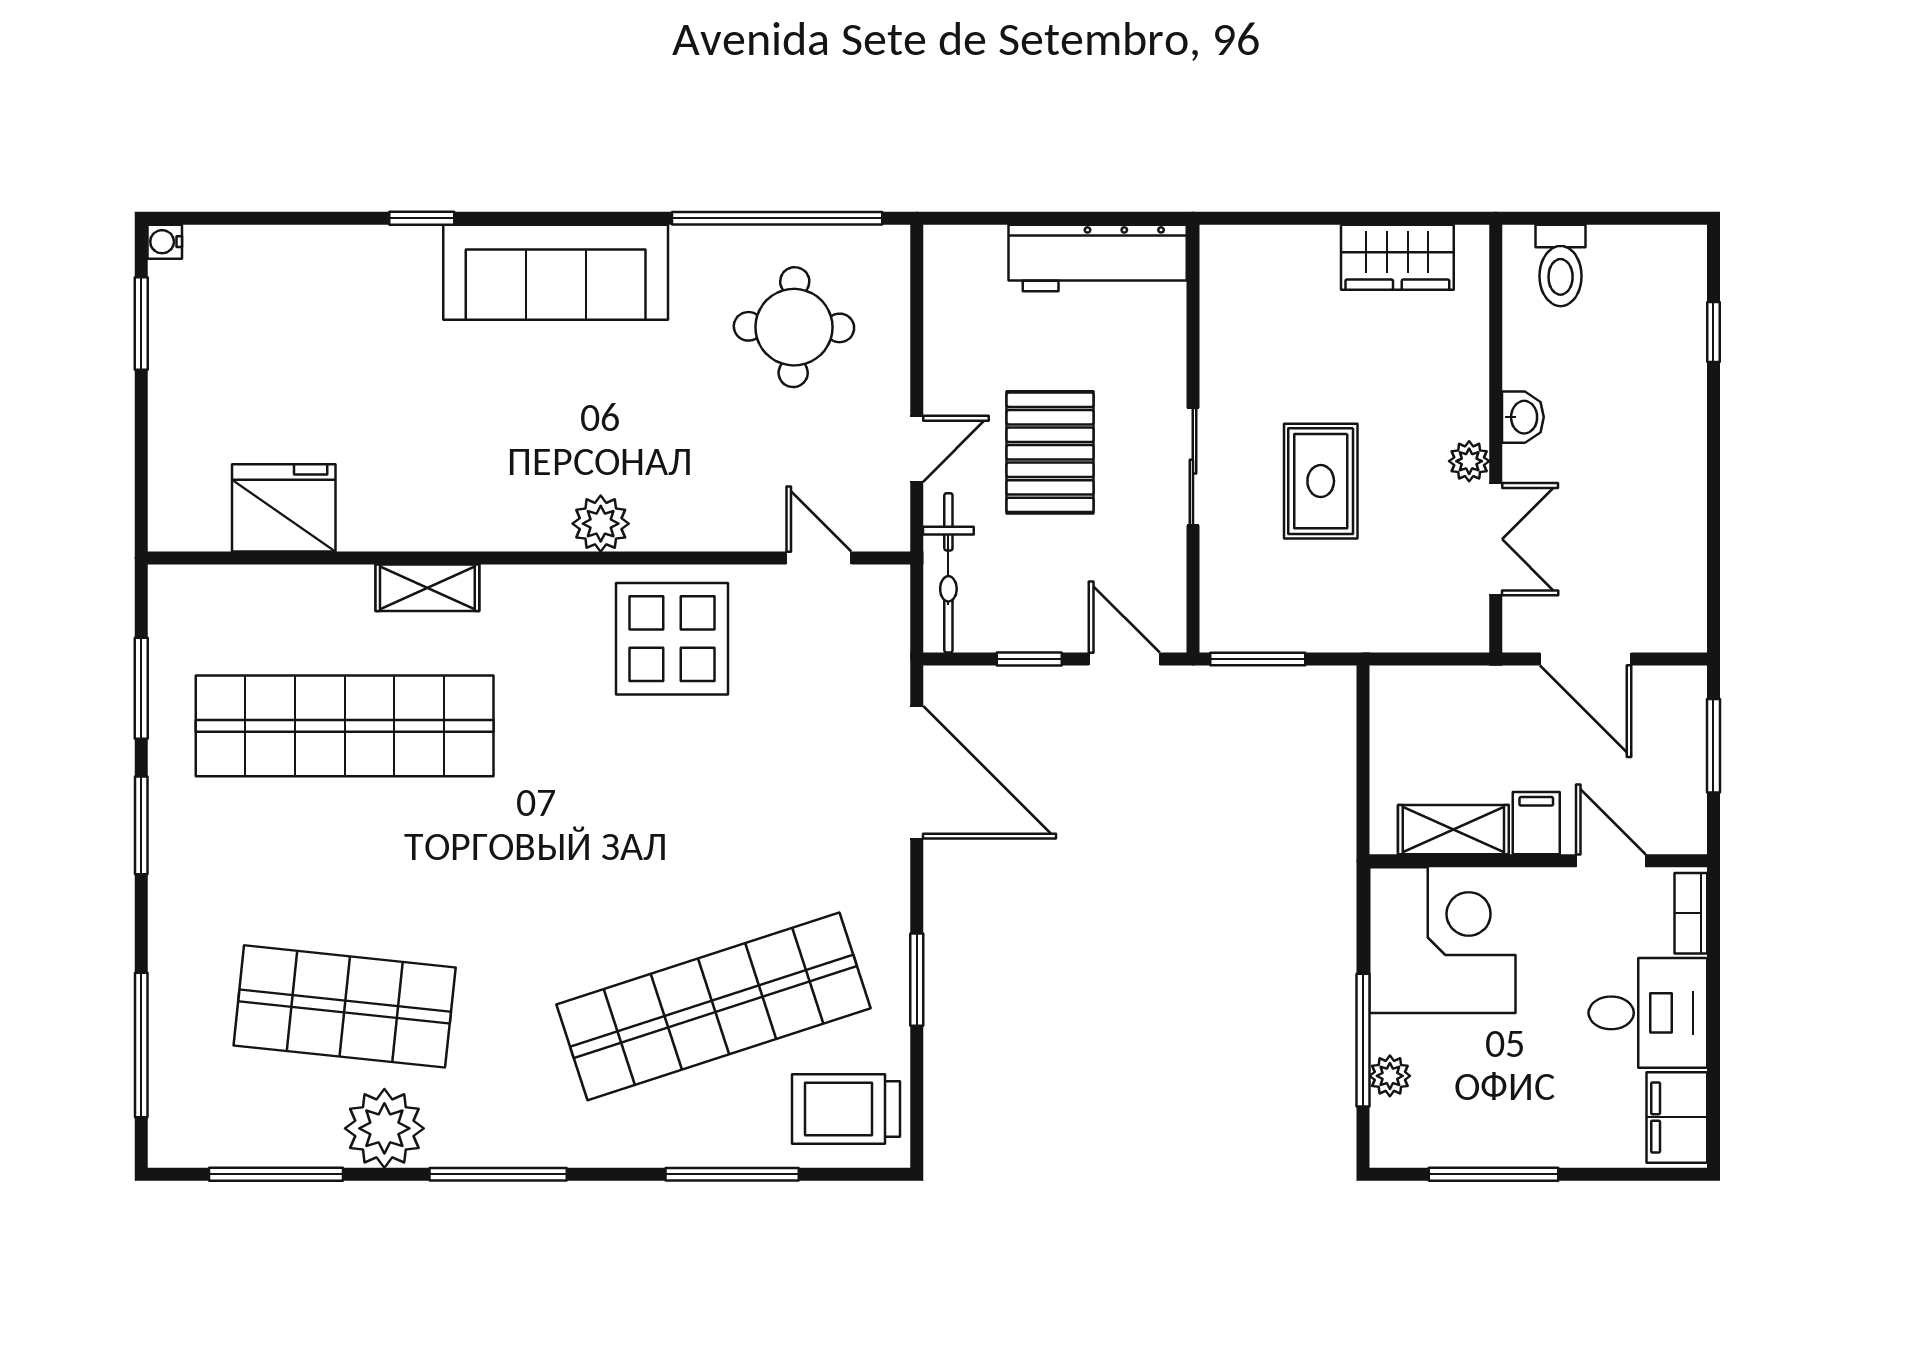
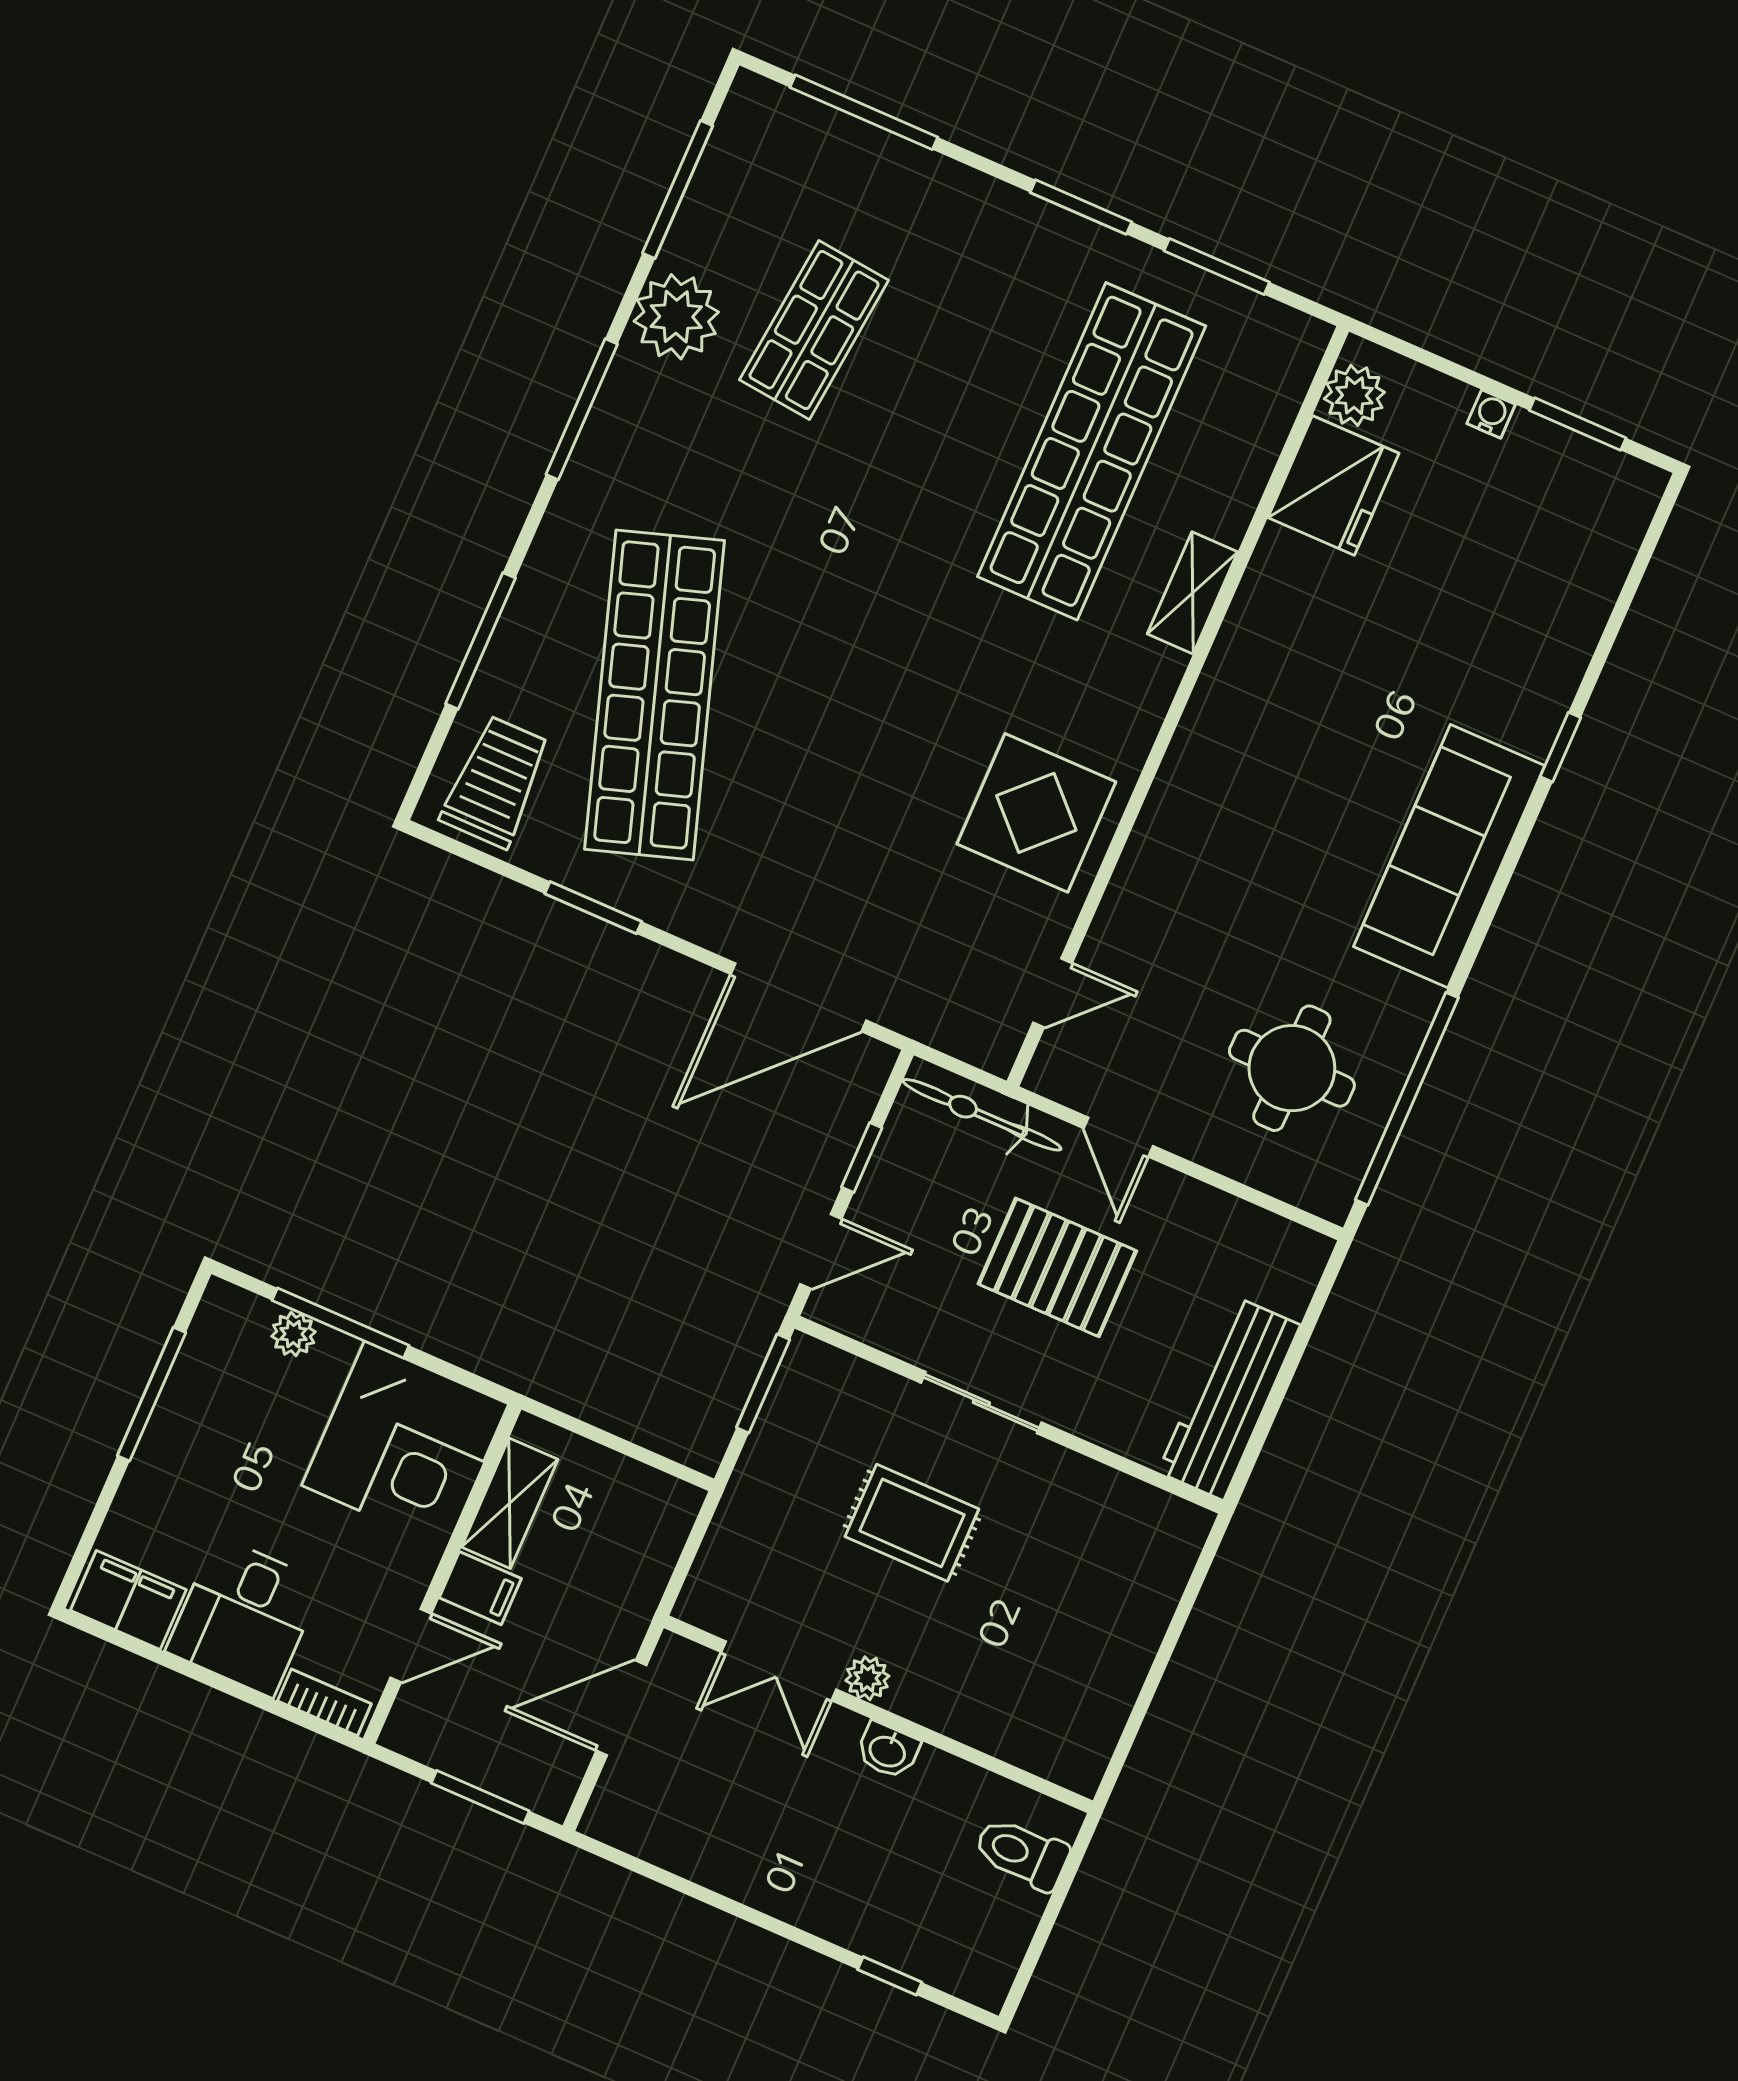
water cooler: (165, 242) -> (1491, 414), moved
wardrobe: (1397, 257) -> (1100, 1695), removed
plant: (601, 524) -> (1354, 395), moved
shop shelf: (345, 1006) -> (814, 330), width x0.70, depth x0.74

